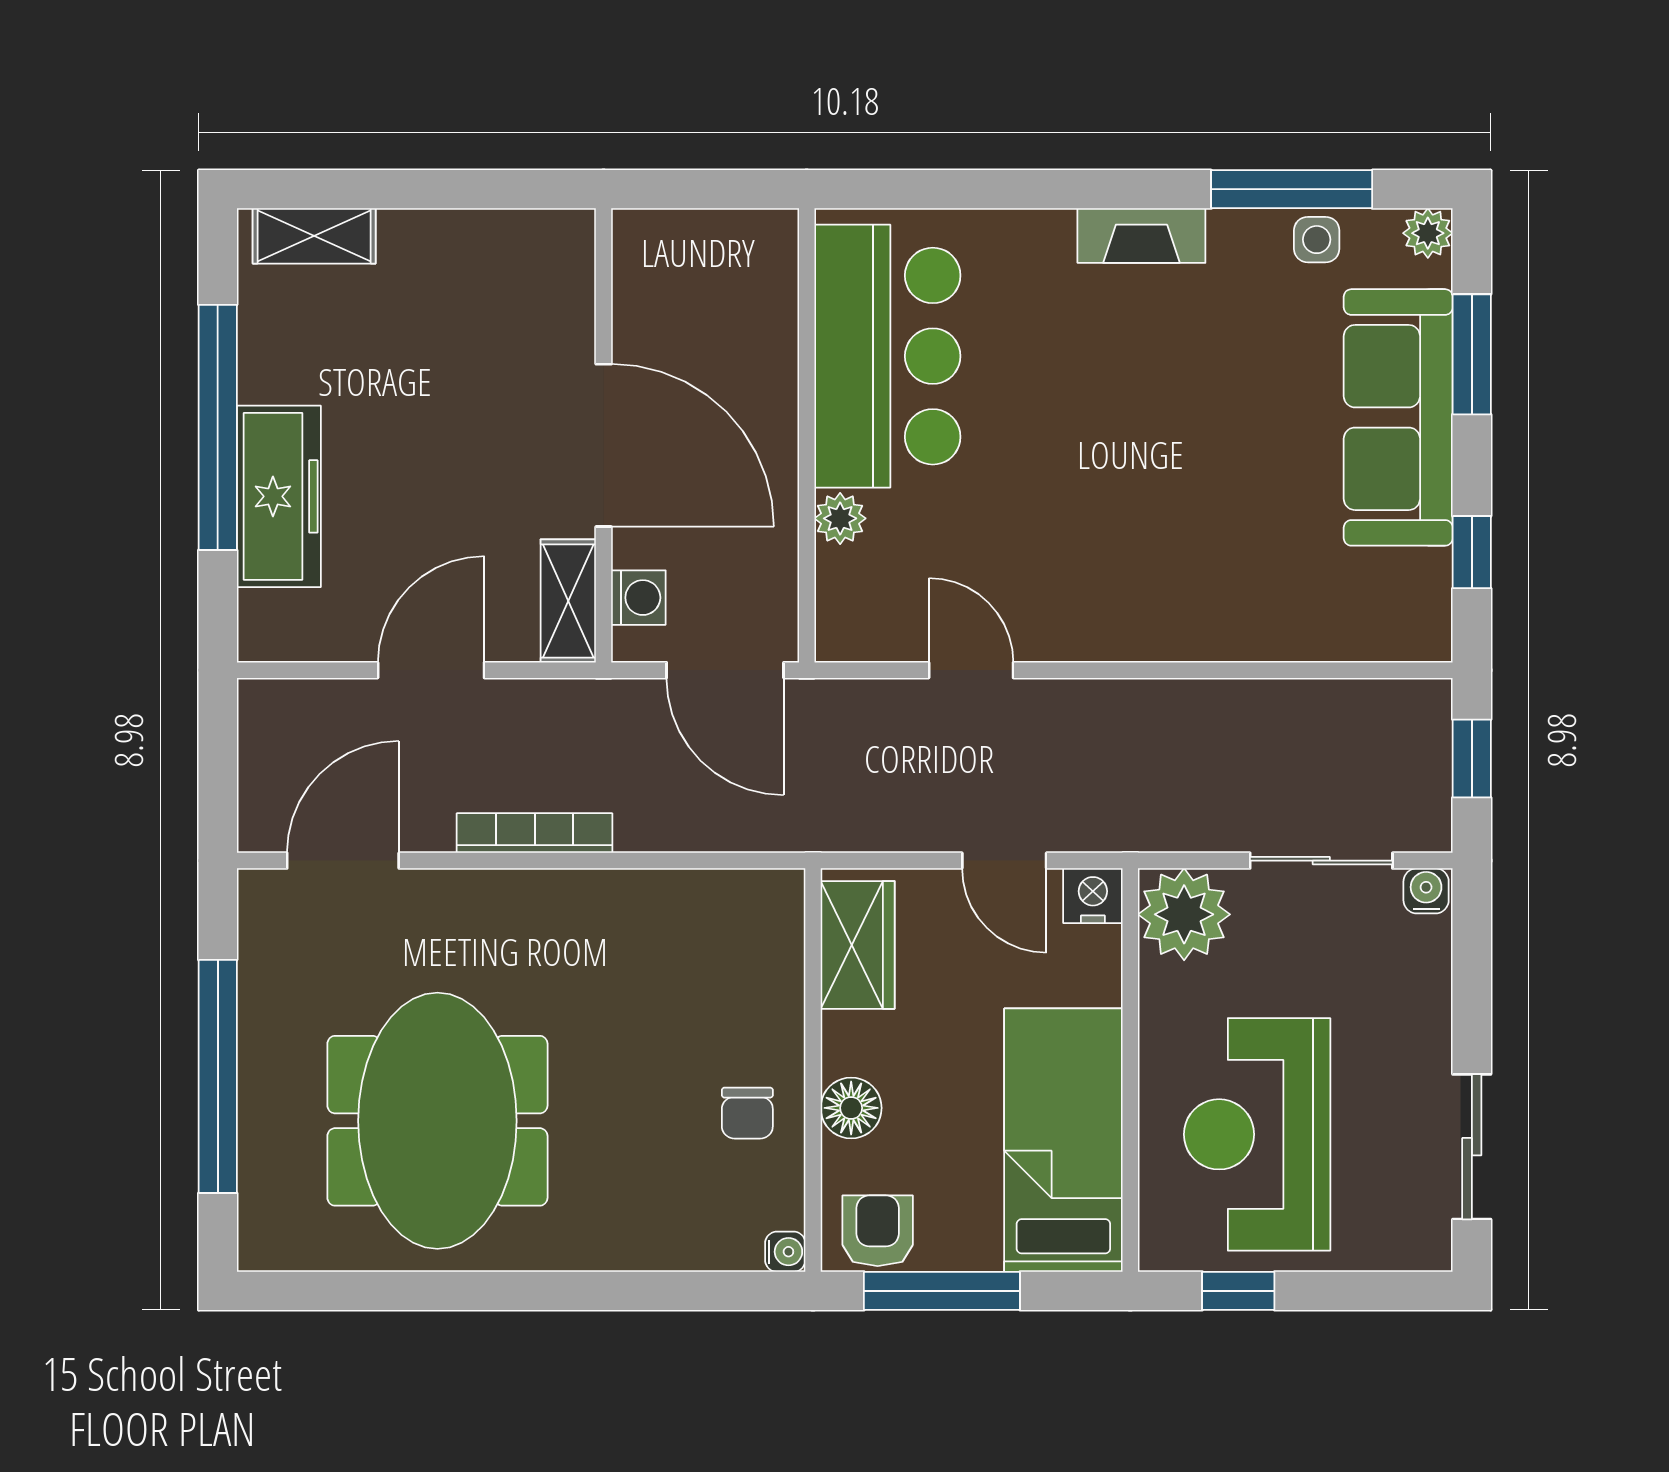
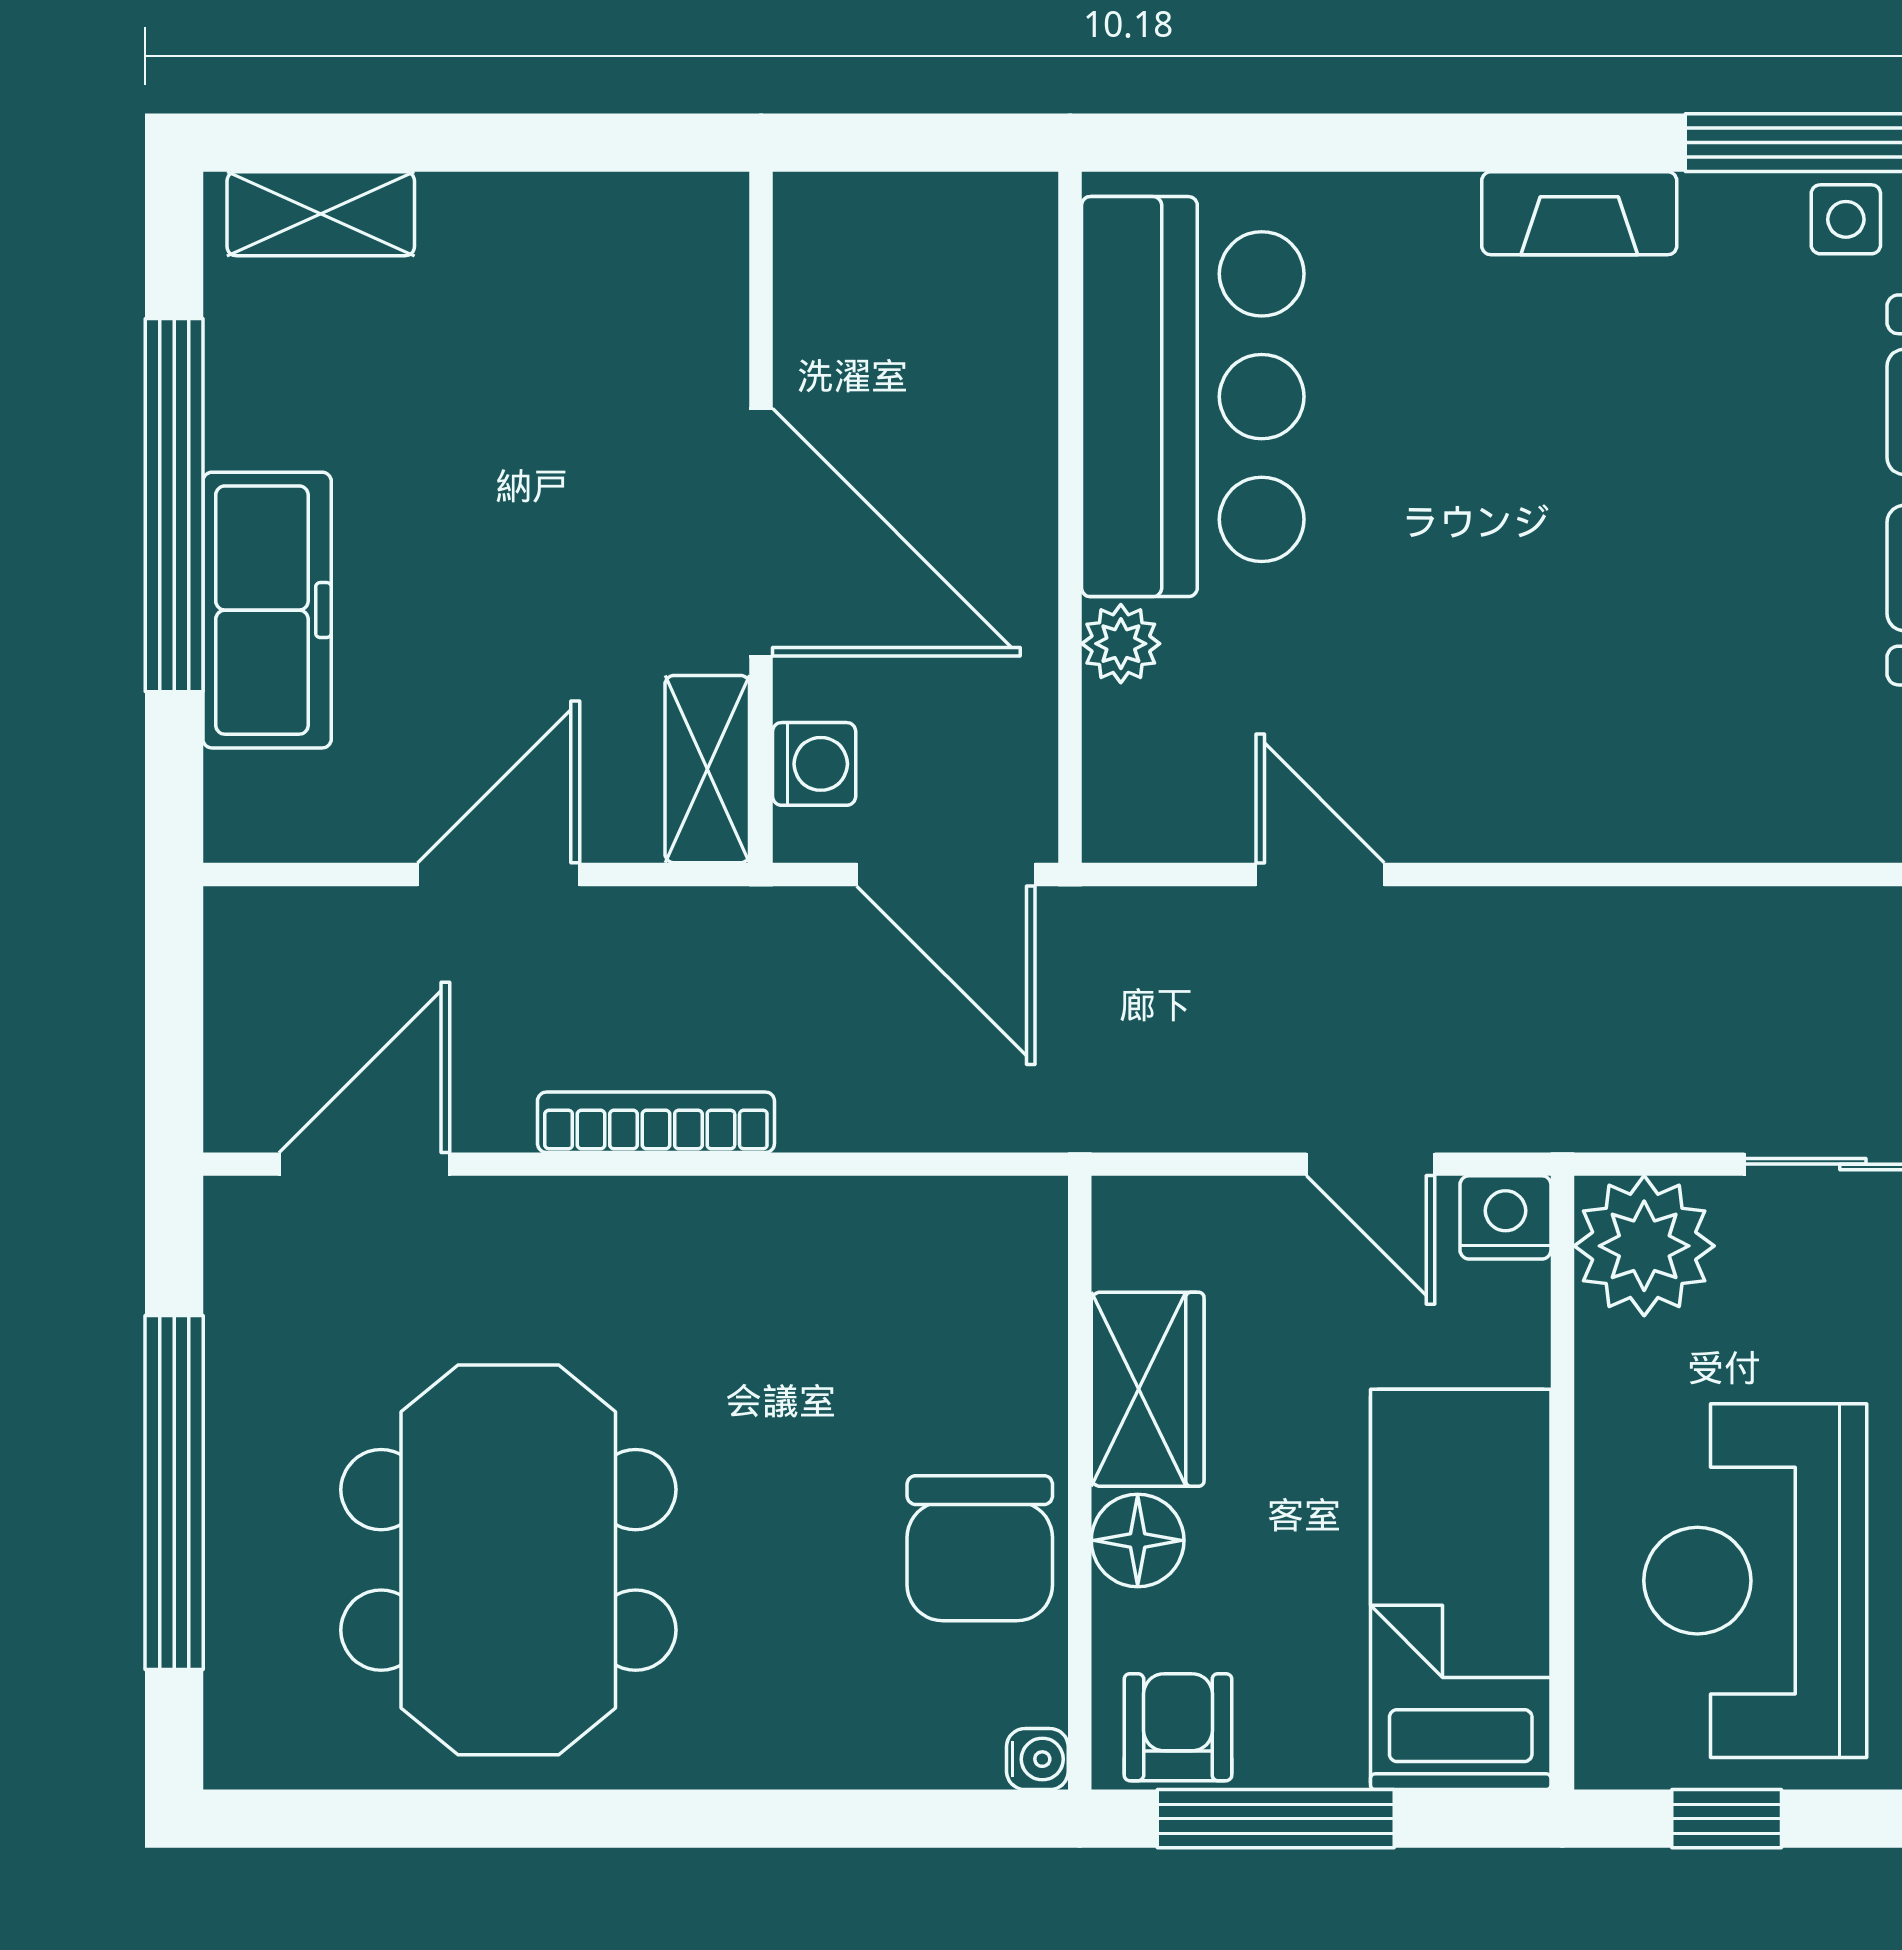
wardrobe: (858, 945) -> (1148, 1389), moved
chair: (747, 1113) -> (980, 1548), width x1.87, depth x1.87

